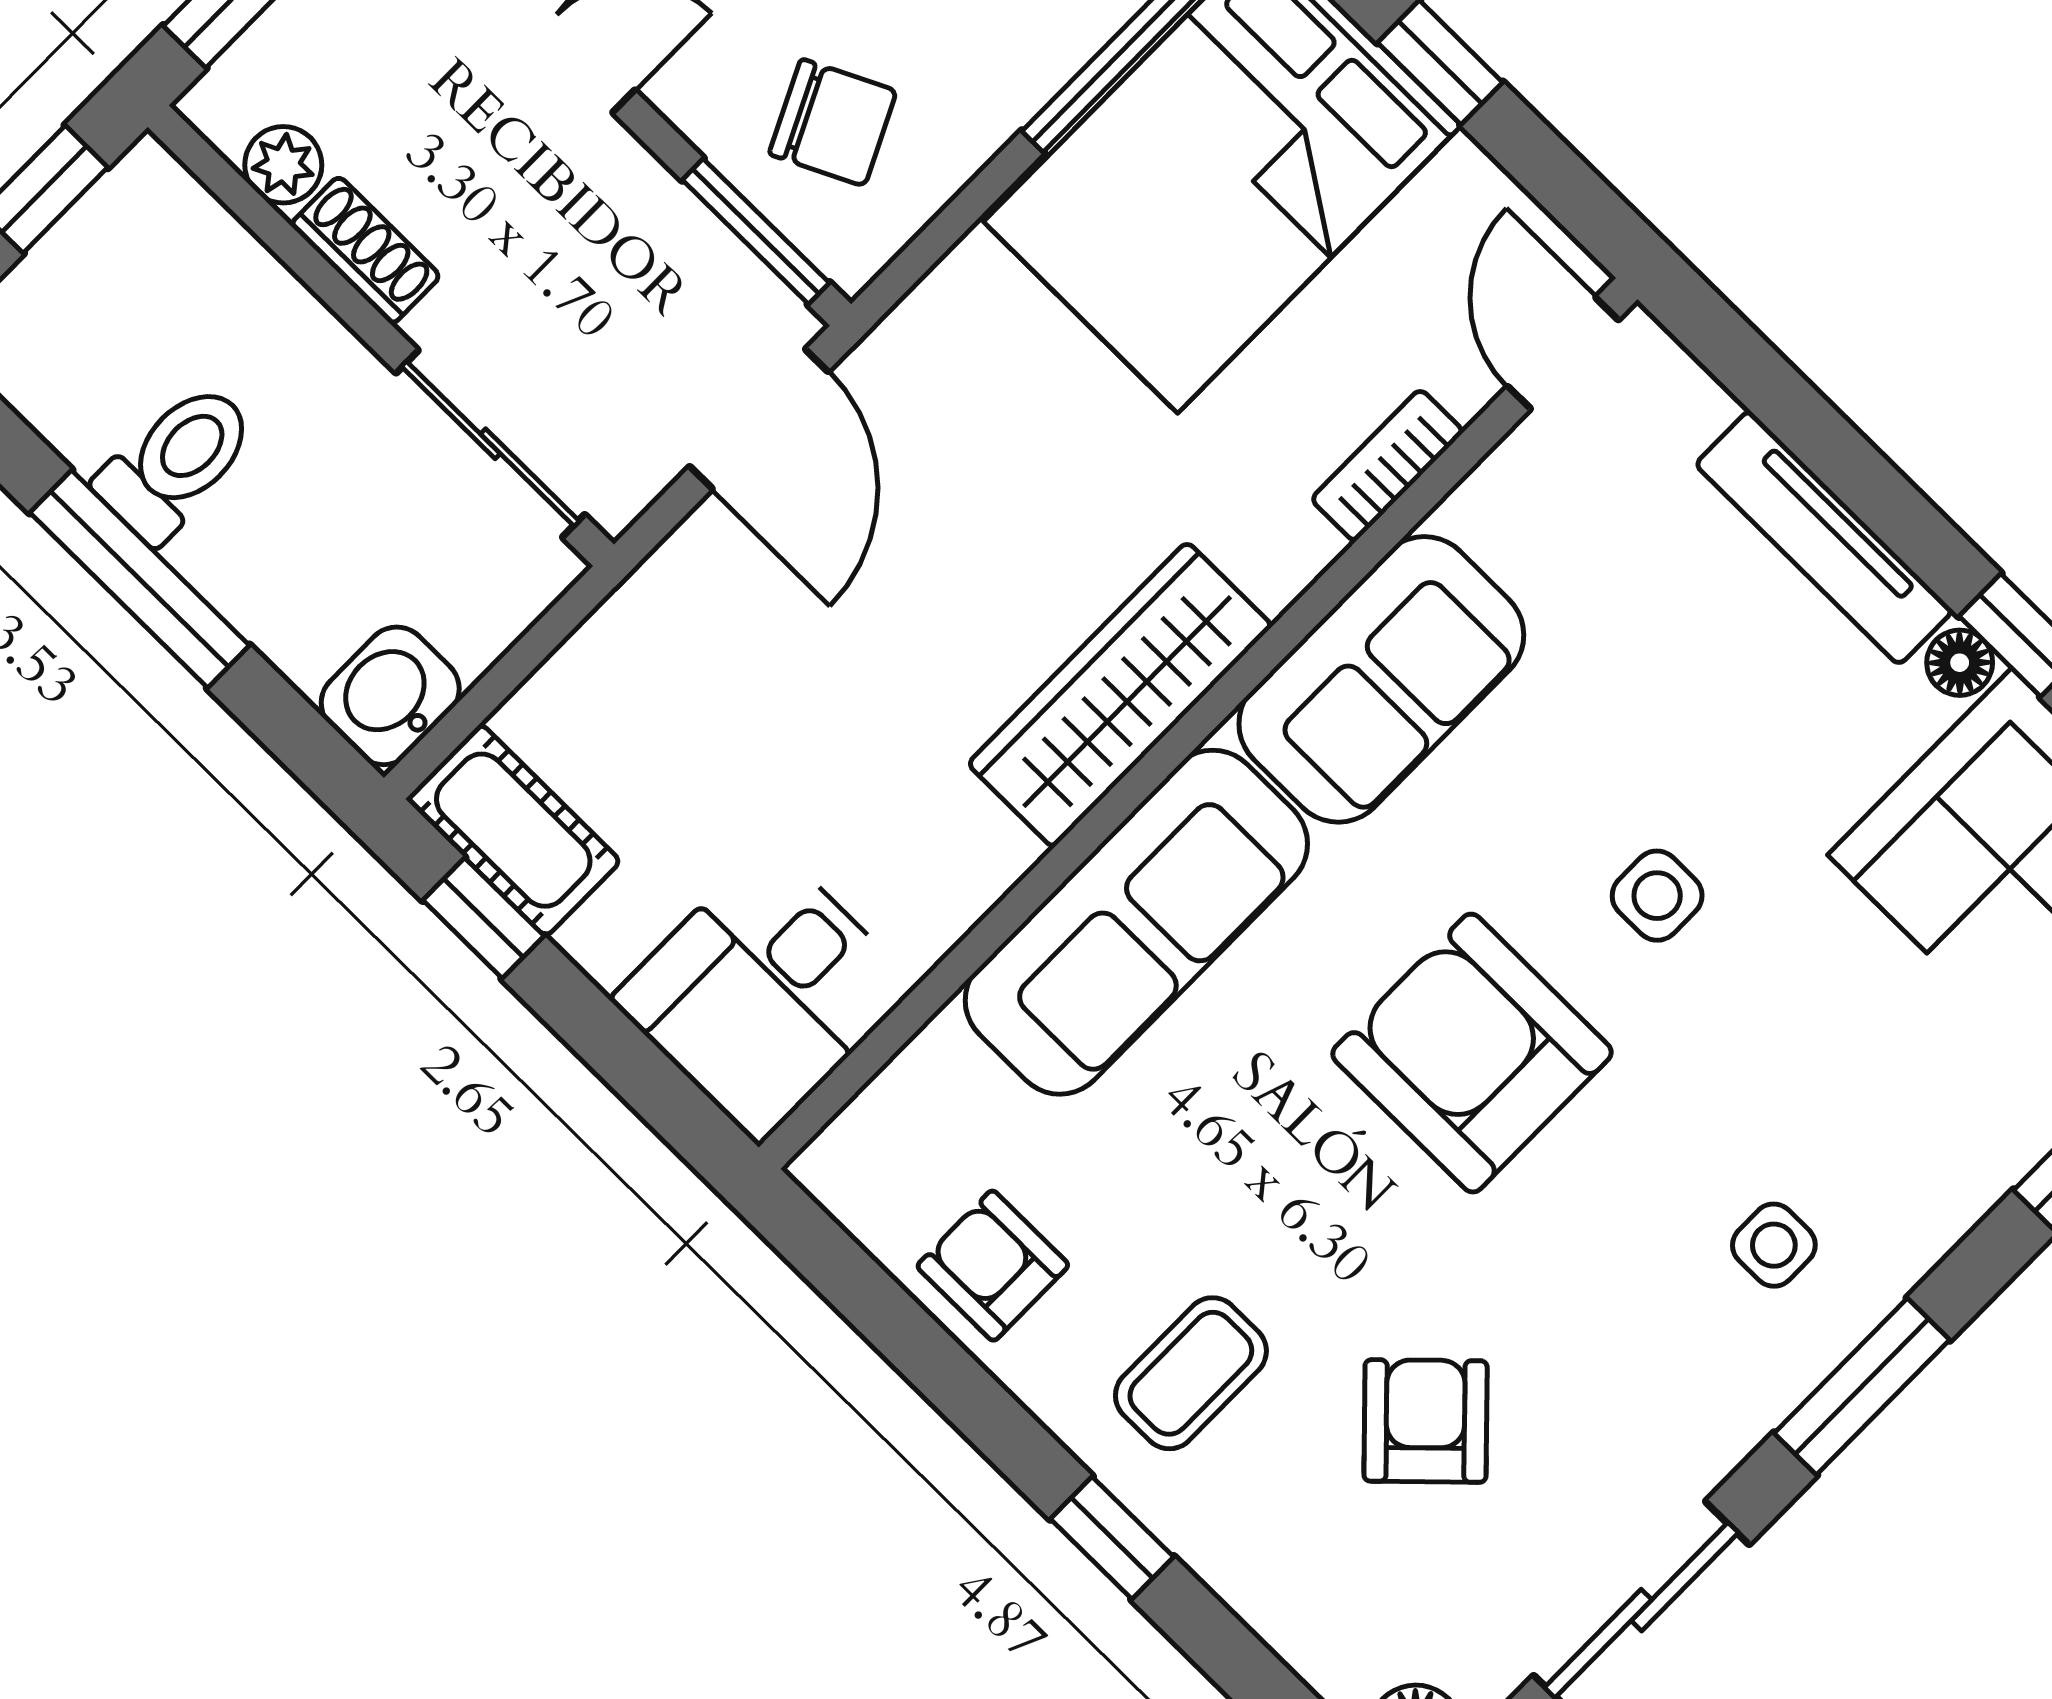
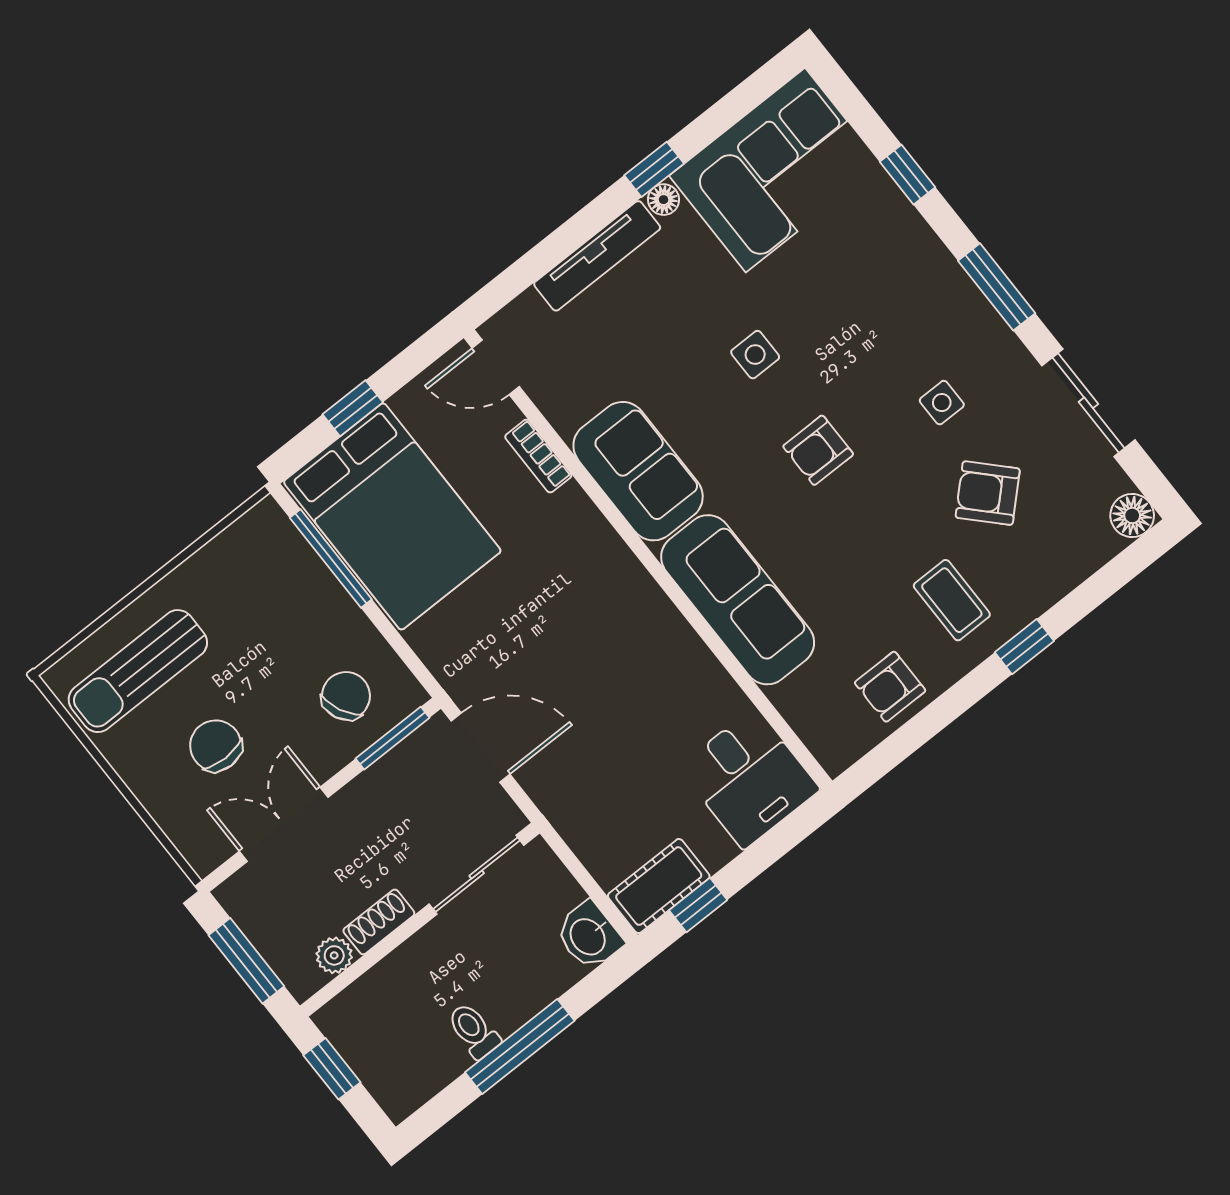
toilet: (177, 462) -> (474, 1031), width x0.73, depth x0.72
wardrobe: (1120, 695) -> (630, 594), removed
armchair: (1472, 1053) -> (818, 450), width x0.53, depth x0.53
side table: (1774, 1245) -> (942, 403), moved

